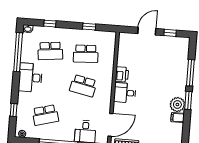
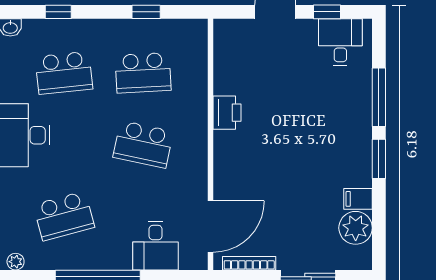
desk: (125, 93) -> (340, 42), moved, turned 90
plant: (177, 105) -> (356, 228), moved

